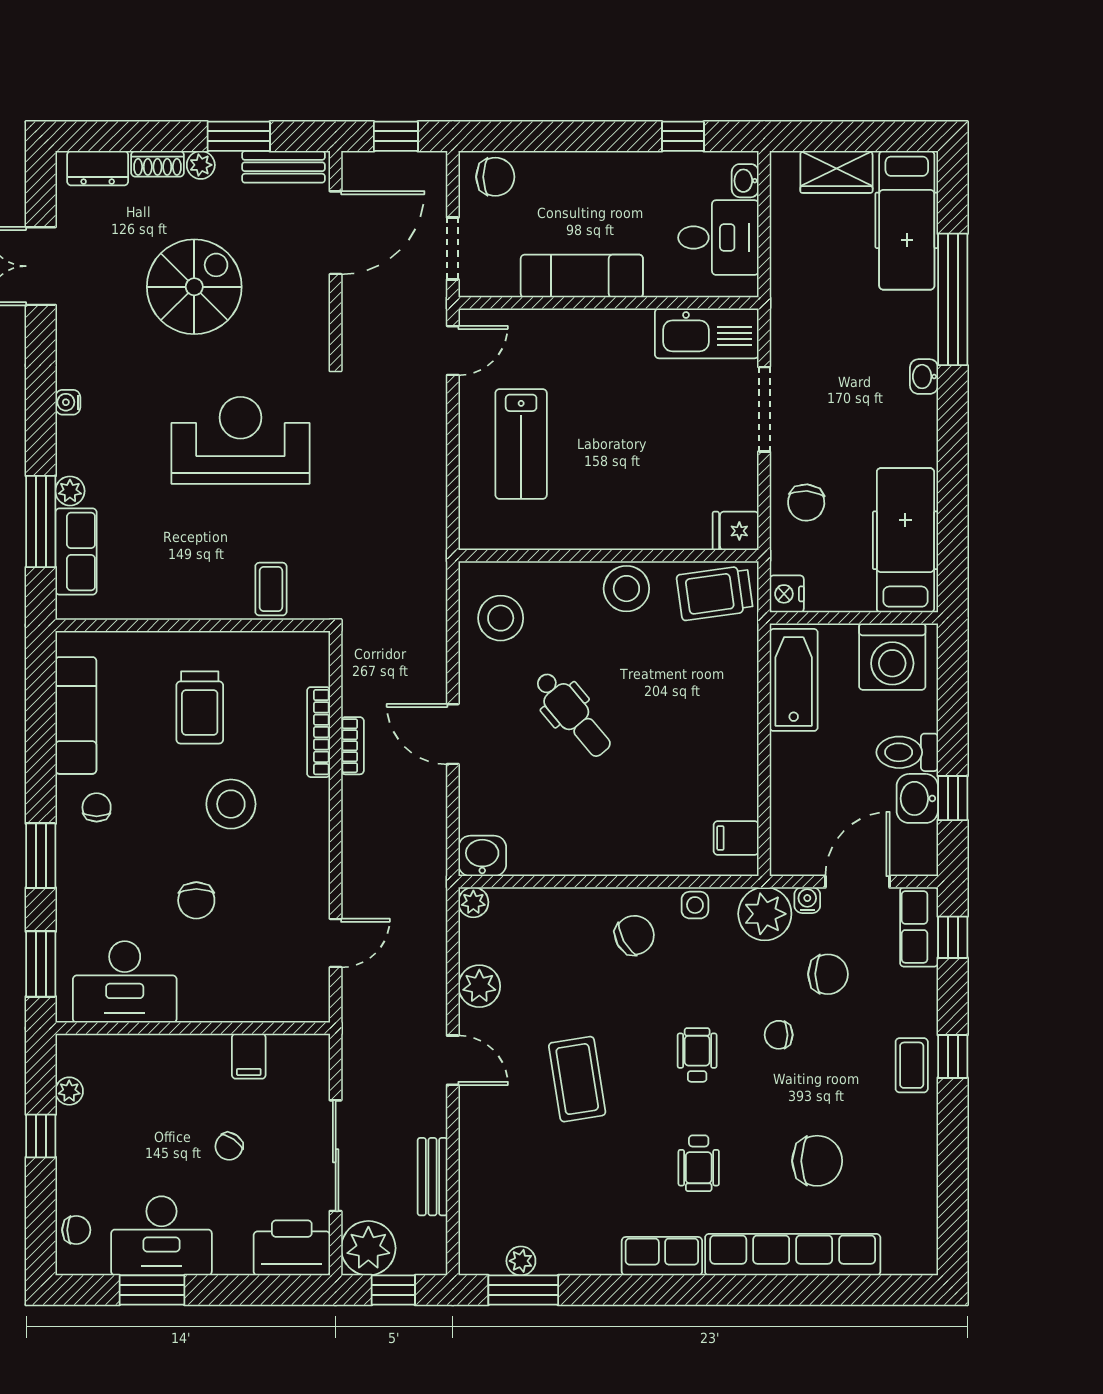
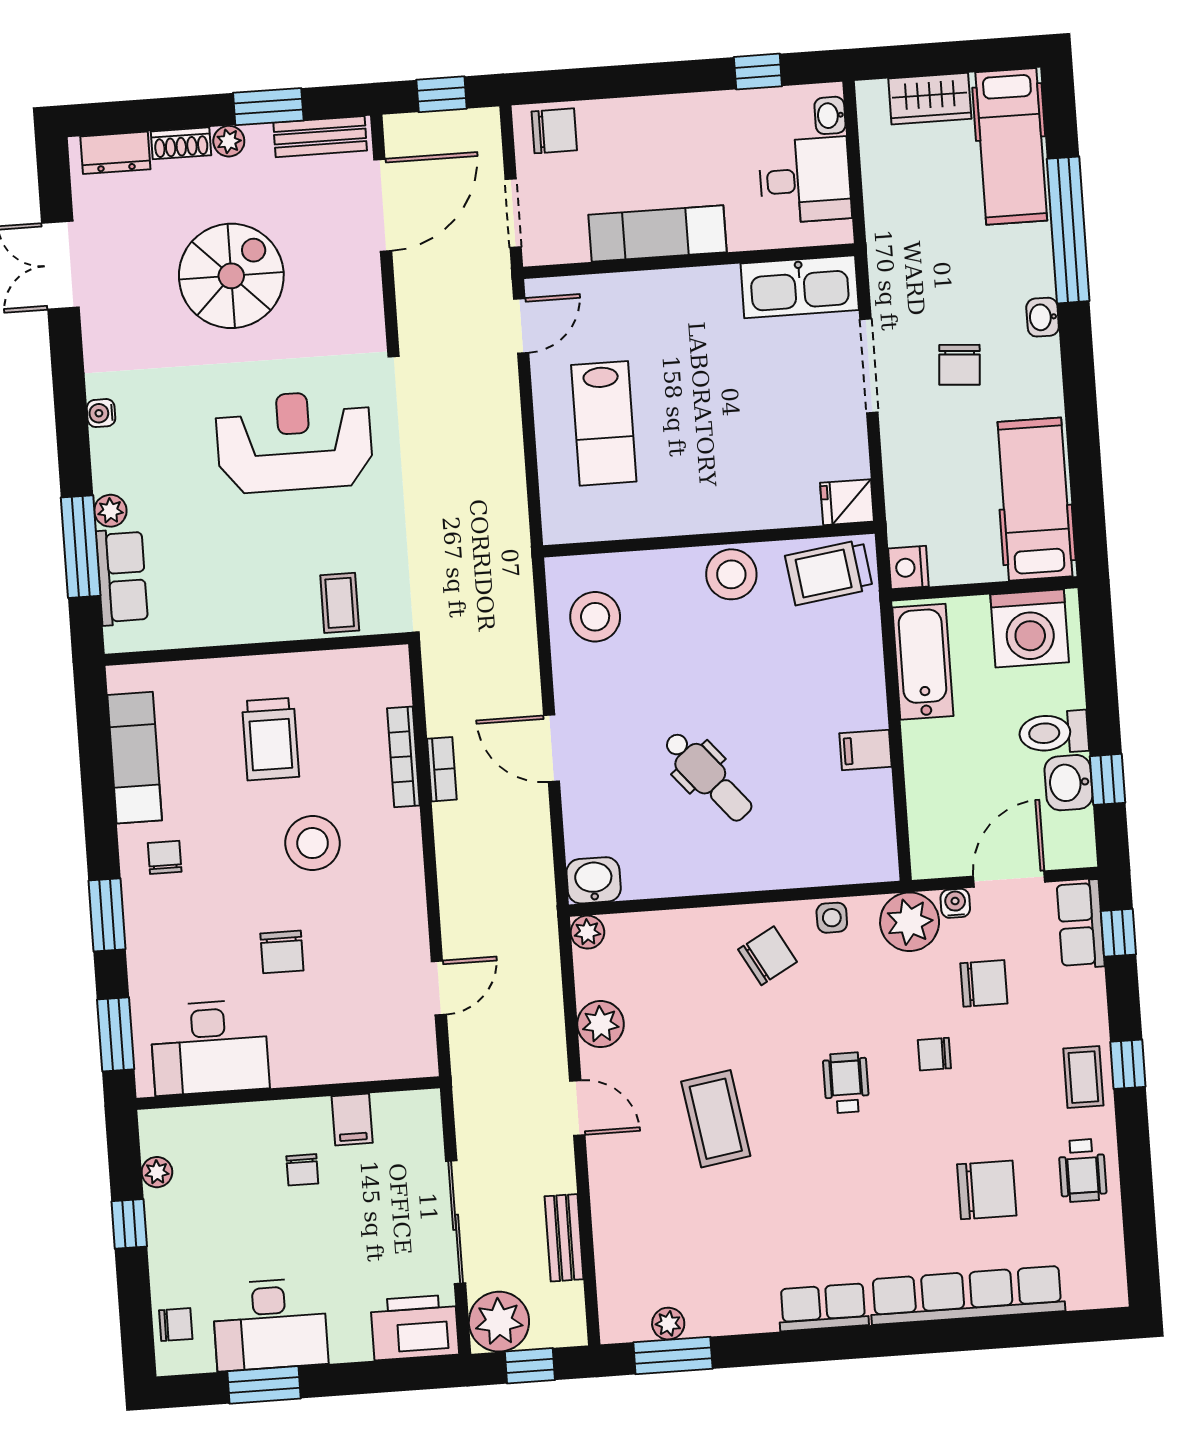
chair: (806, 503) -> (959, 365), moved
dental chair: (573, 714) -> (708, 776), moved
filing cabinet: (736, 838) -> (865, 750), moved
chair: (229, 1146) -> (302, 1170), moved, turned -35
wheelchair: (699, 1163) -> (1082, 1170), moved

